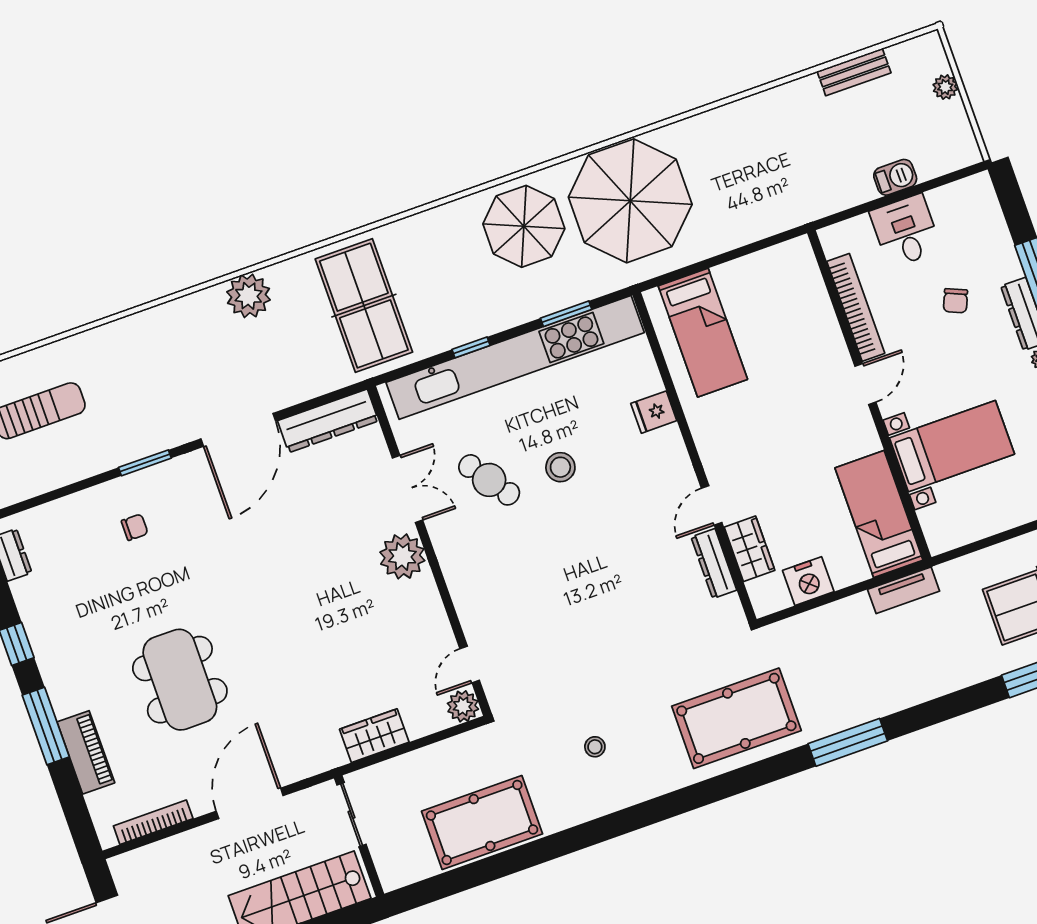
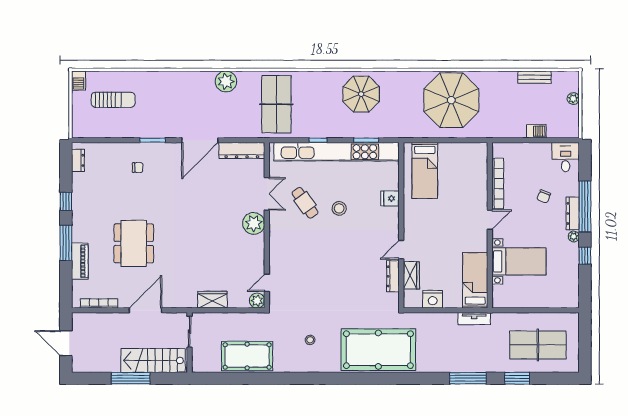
parasol: (630, 201) -> (451, 100), moved
desk: (906, 231) -> (566, 157), moved
pool table: (736, 718) -> (378, 350), width x1.36, depth x1.32
window: (848, 742) -> (468, 378), moved

